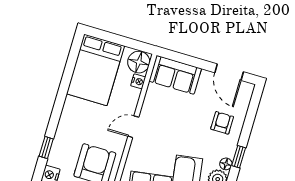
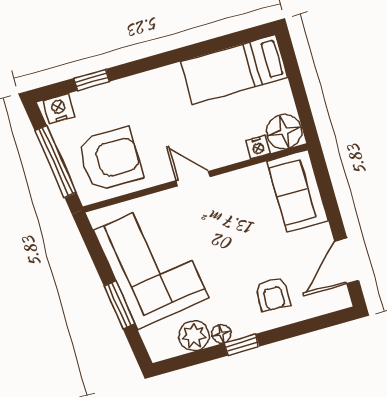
bed: (95, 70) -> (234, 69), width x0.67
armchair: (222, 123) -> (273, 294), turned 92

